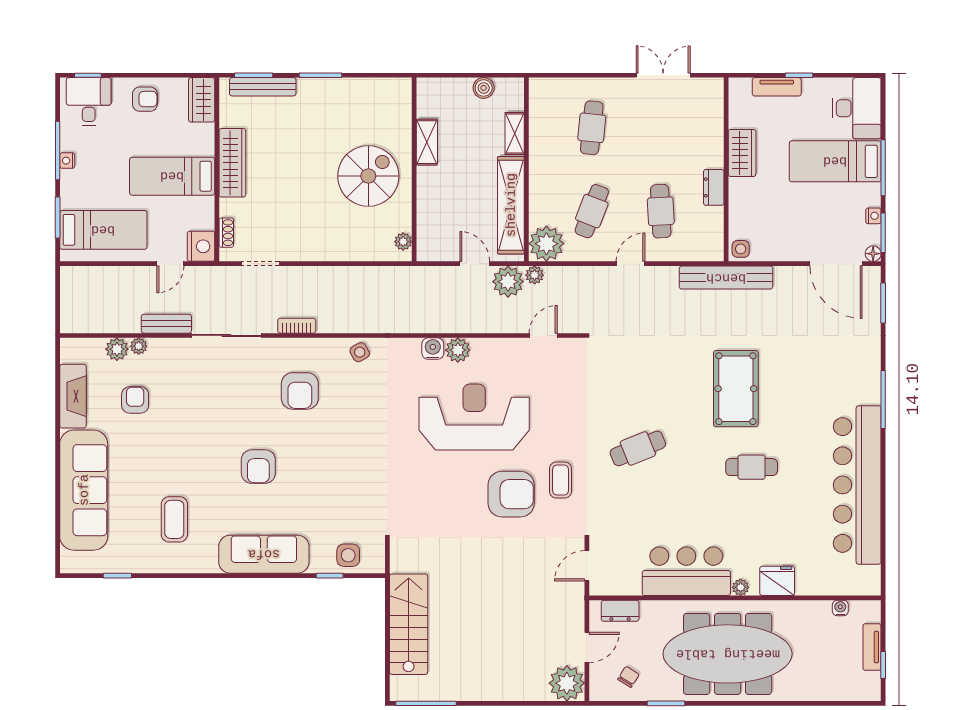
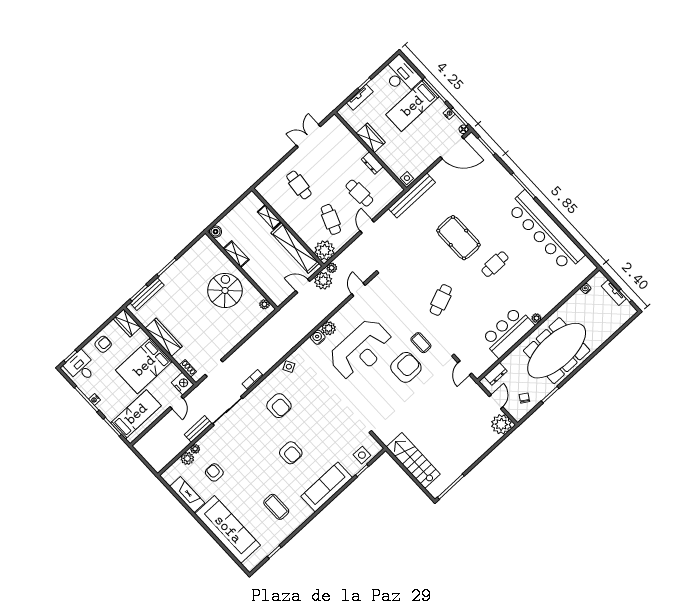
boiler: (484, 88) -> (216, 232), moved
bed: (172, 176) -> (144, 366), width x1.50
reception desk: (474, 417) -> (361, 350), turned 180
fridge: (777, 581) -> (549, 301), removed

